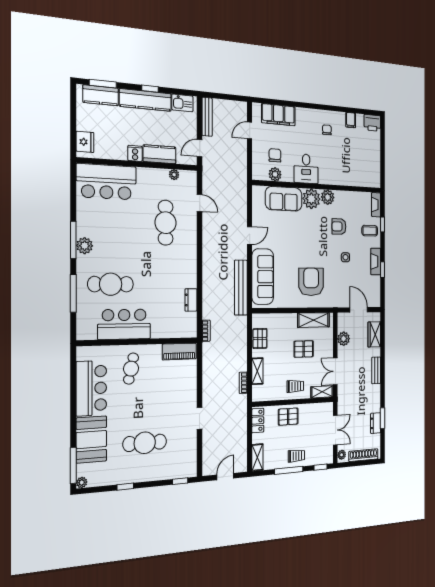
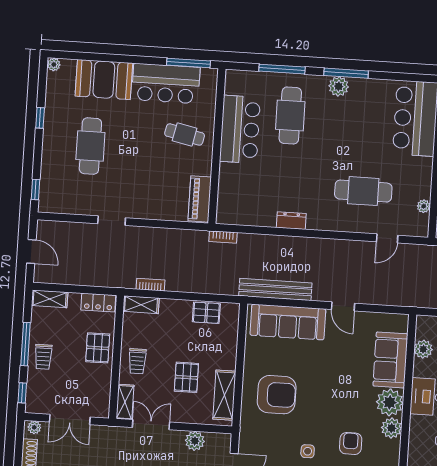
dresser: (191, 300) -> (291, 221), moved
shelving: (257, 371) -> (141, 305), moved
window: (73, 465) -> (189, 63), moved

